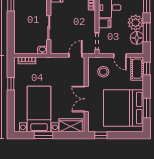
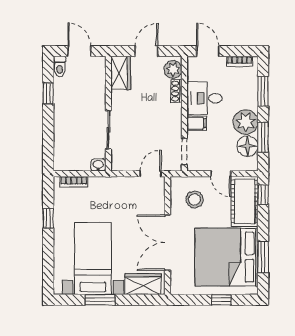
cot: (137, 69) -> (245, 201), width x1.37, depth x1.34
double door: (86, 99) -> (168, 243), width x1.37
window: (101, 135) -> (221, 300), moved

